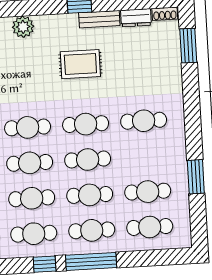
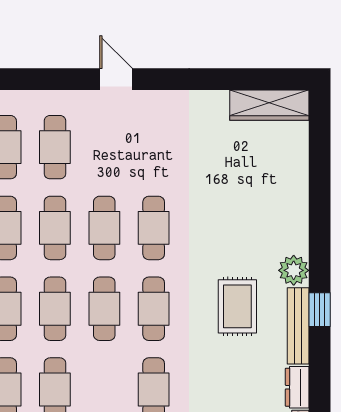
bench: (99, 19) -> (298, 326), width x1.36
plant: (23, 27) -> (294, 270), moved

